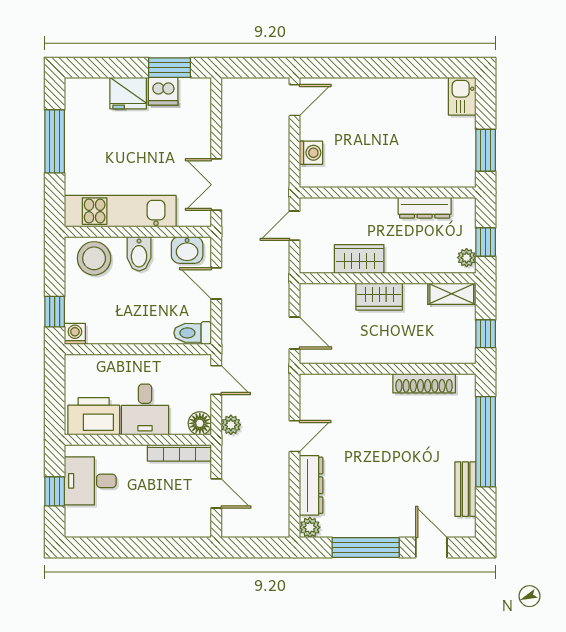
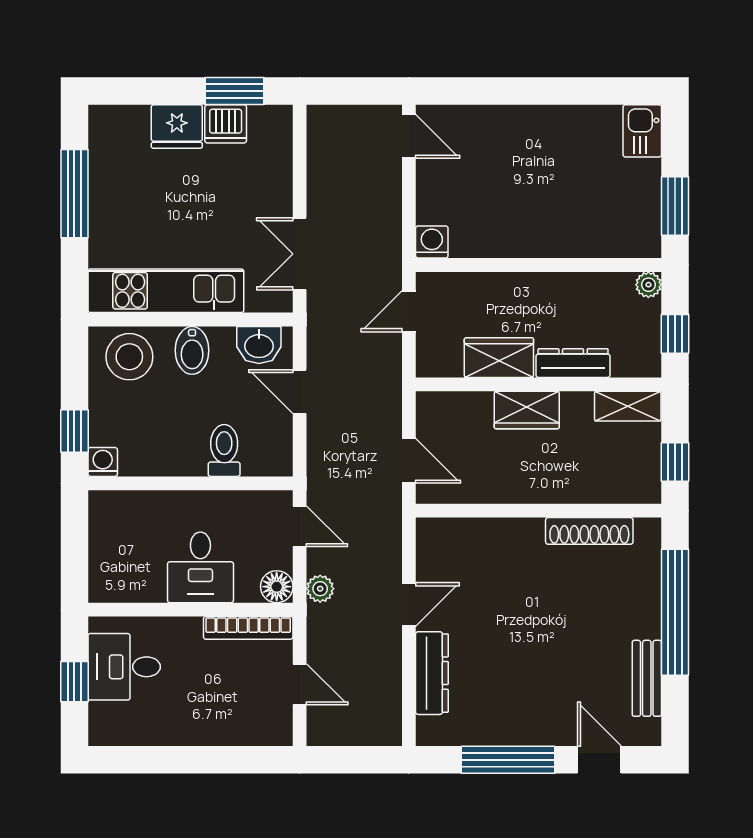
door: (295, 100) -> (409, 136), hinge flipped
washing machine: (311, 153) -> (432, 242), moved, turned -90
dresser: (425, 208) -> (573, 363), moved, turned 180
plant: (467, 258) -> (648, 285), moved
toilet: (193, 333) -> (224, 450), moved, turned 90
printer: (94, 416) -> (129, 577), removed
plant: (310, 527) -> (430, 732), removed

